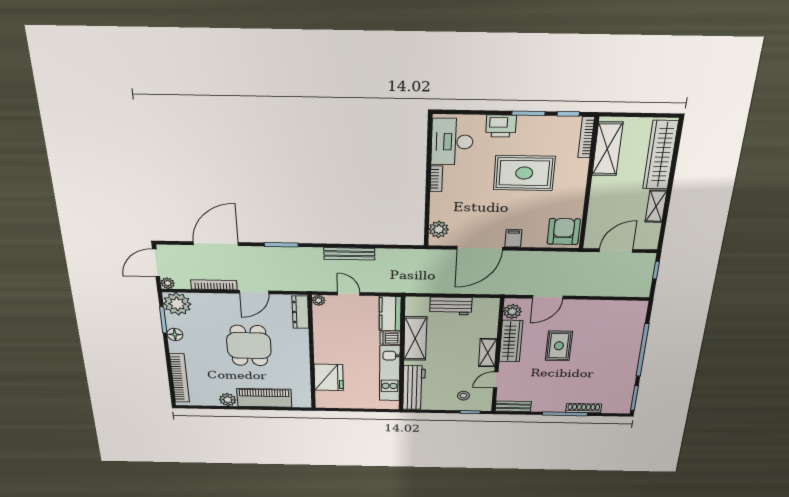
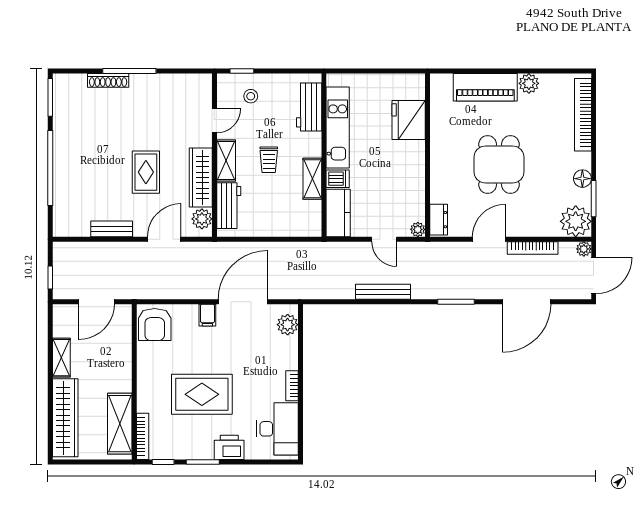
workbench: (451, 306) -> (229, 206), moved, turned 90
dresser: (300, 312) -> (439, 220), width x0.70
shelving: (415, 339) -> (312, 179), width x0.67, depth x0.75
trolley: (450, 353) -> (269, 160), added
workbench: (414, 388) -> (309, 107), width x0.73
bench: (513, 406) -> (112, 229), moved

